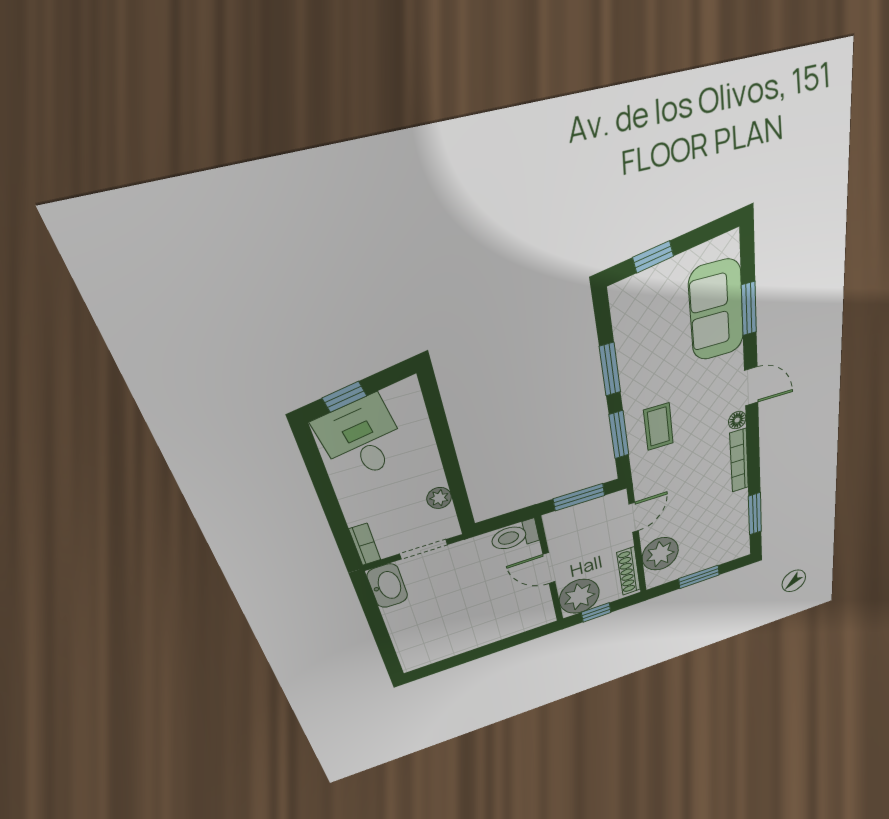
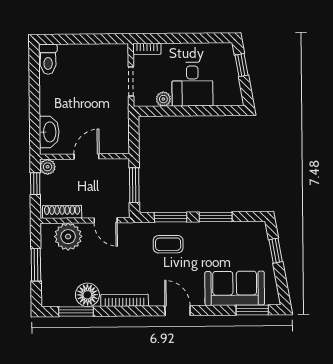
window: (749, 309) -> (252, 310), moved
door: (751, 386) -> (178, 311), swing flipped
floor lamp: (737, 420) -> (87, 295), moved, width x1.89, depth x1.89
desk: (362, 439) -> (192, 84), moved, turned 100
toilet: (515, 536) -> (48, 59), moved, turned 180
washbasin: (387, 586) -> (49, 132), moved, turned -90
plant: (579, 596) -> (48, 167), width x0.53, depth x0.53

